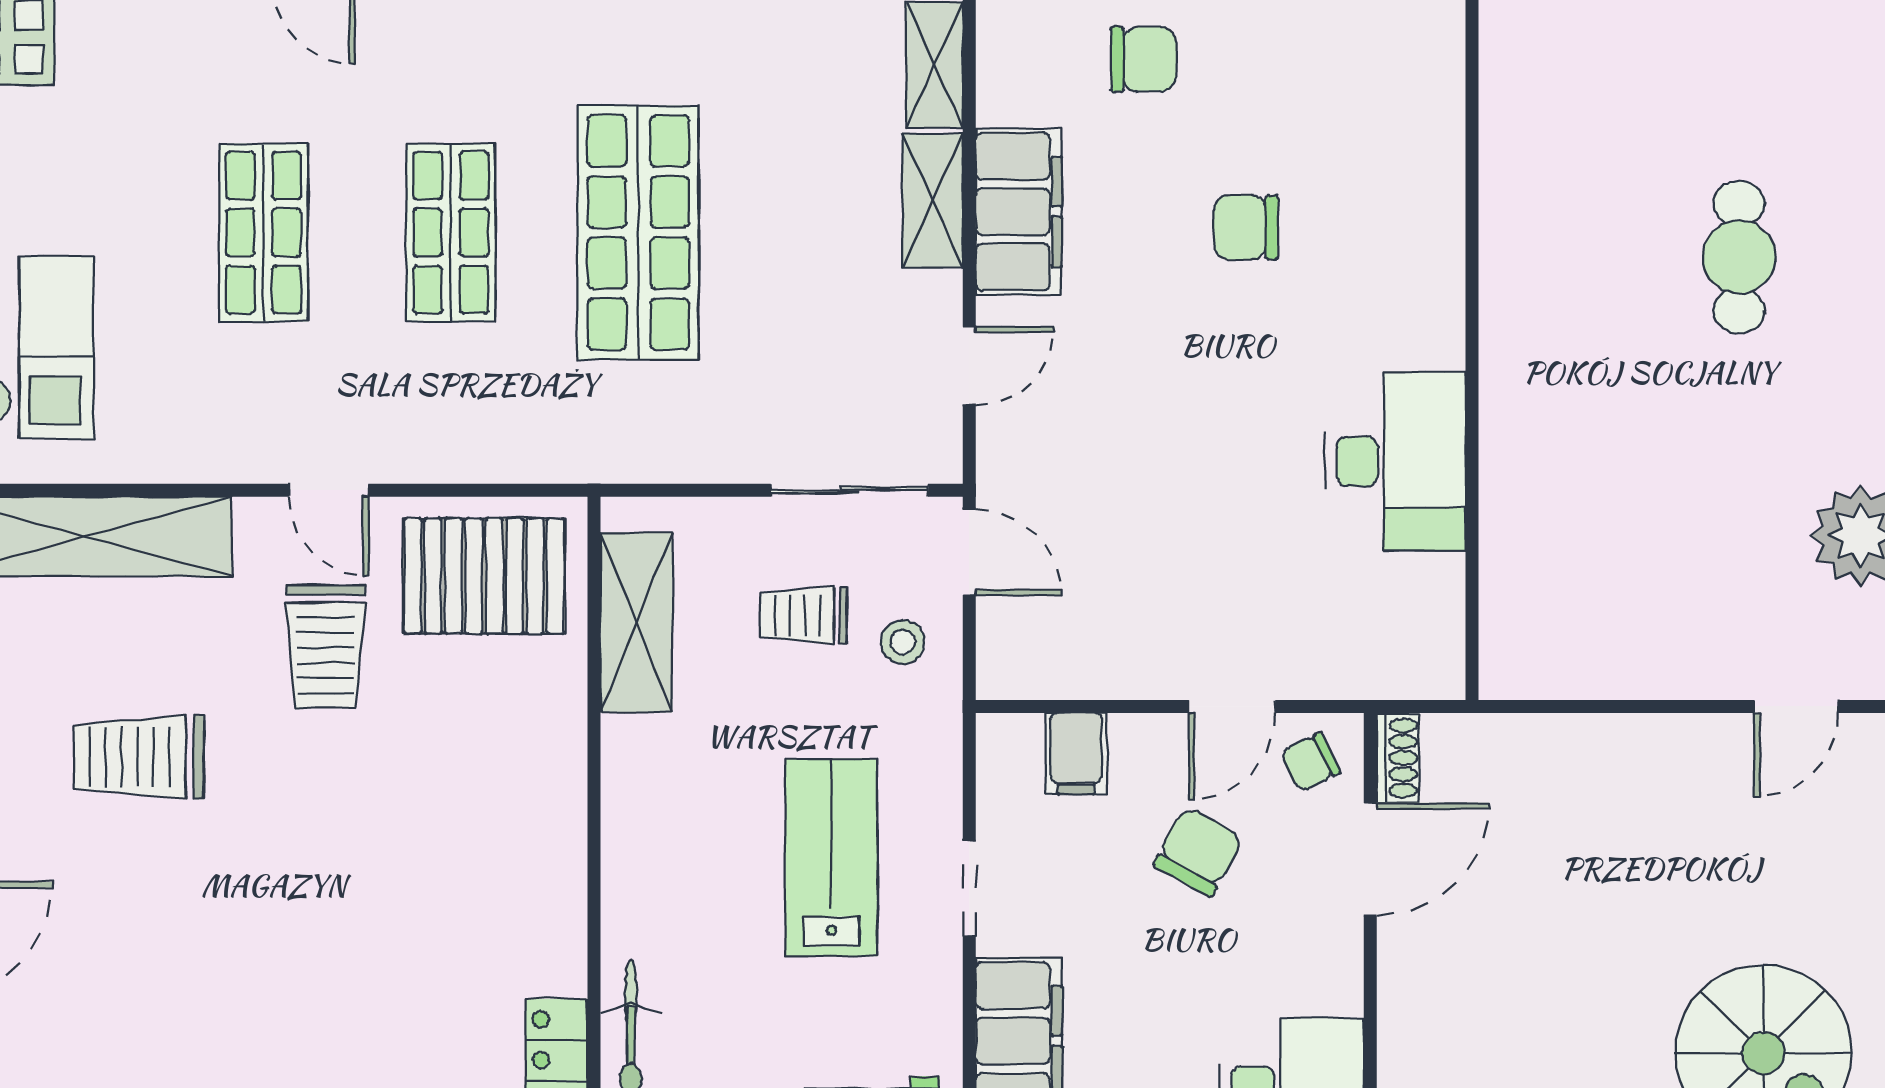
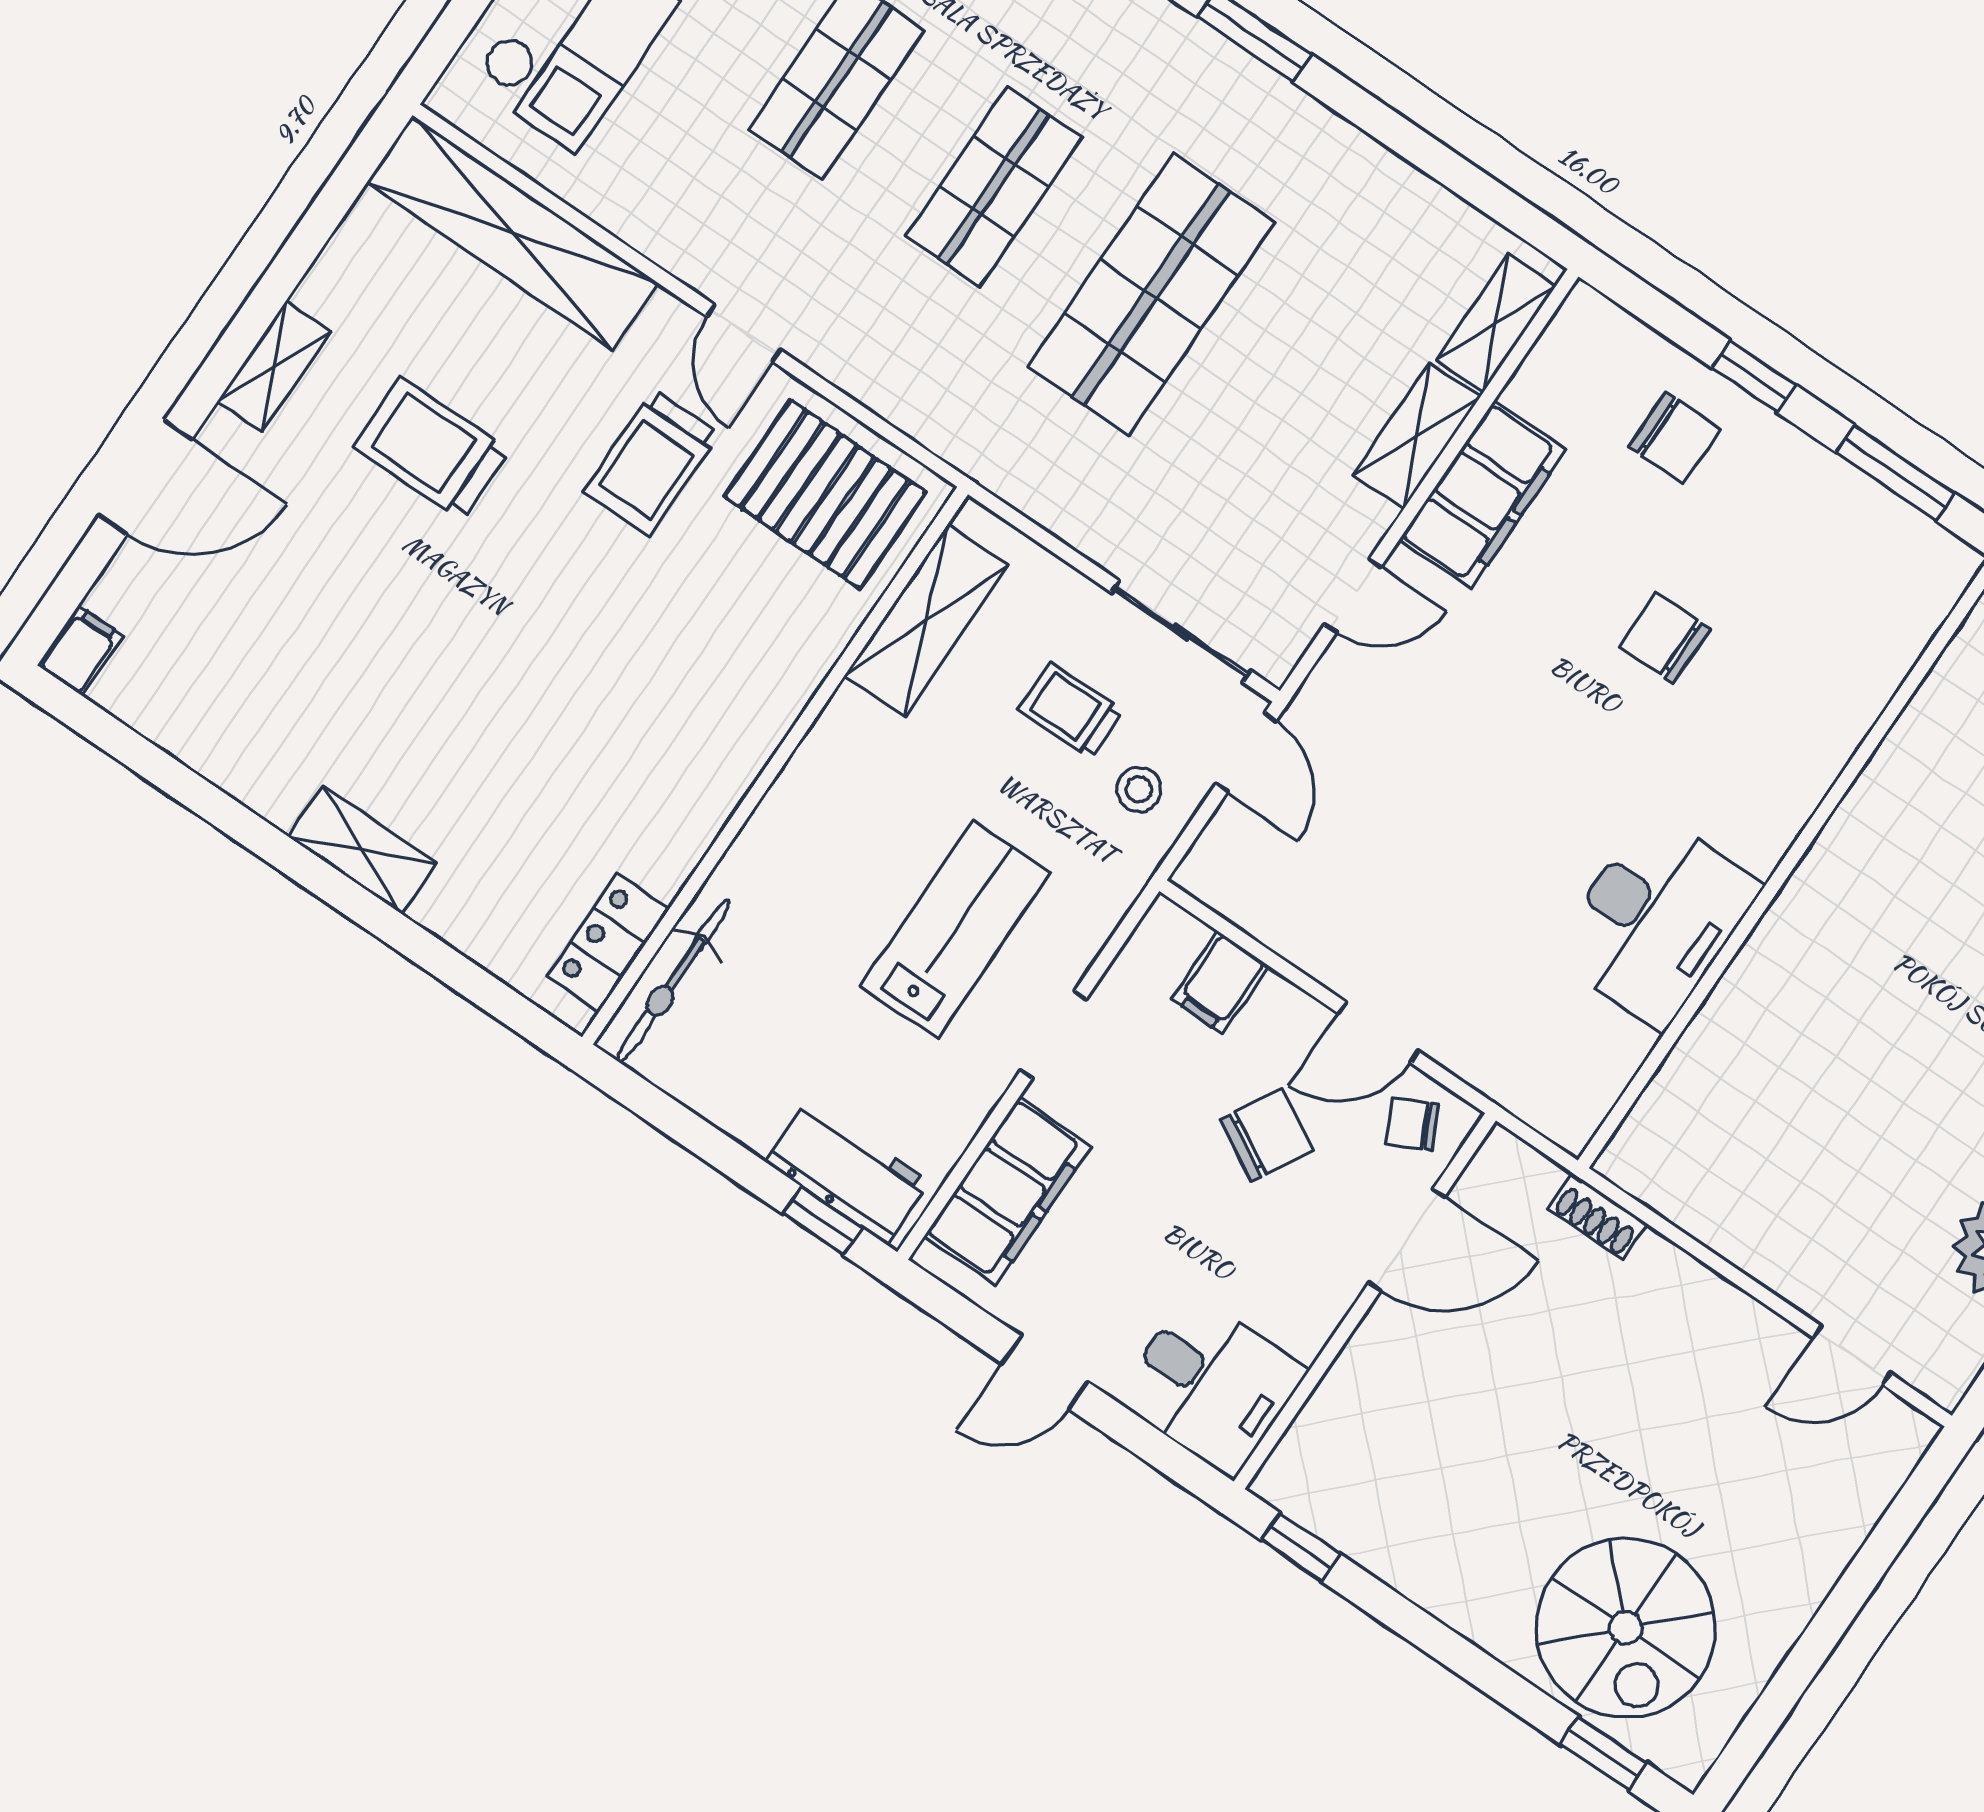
shoe rack: (1398, 758) -> (1598, 1216), moved, turned 90

